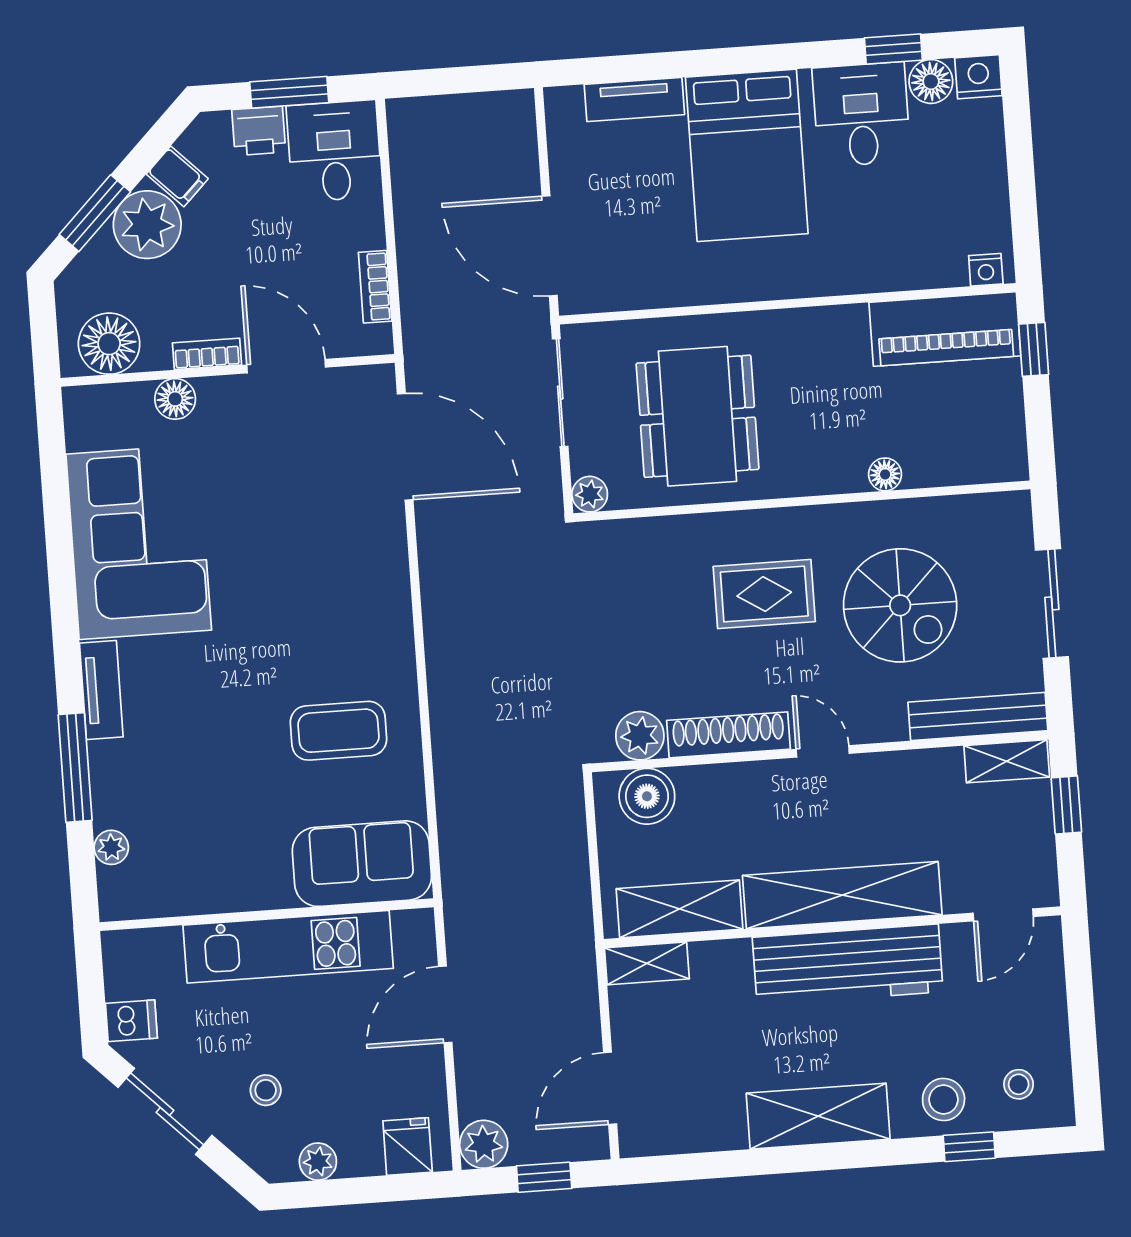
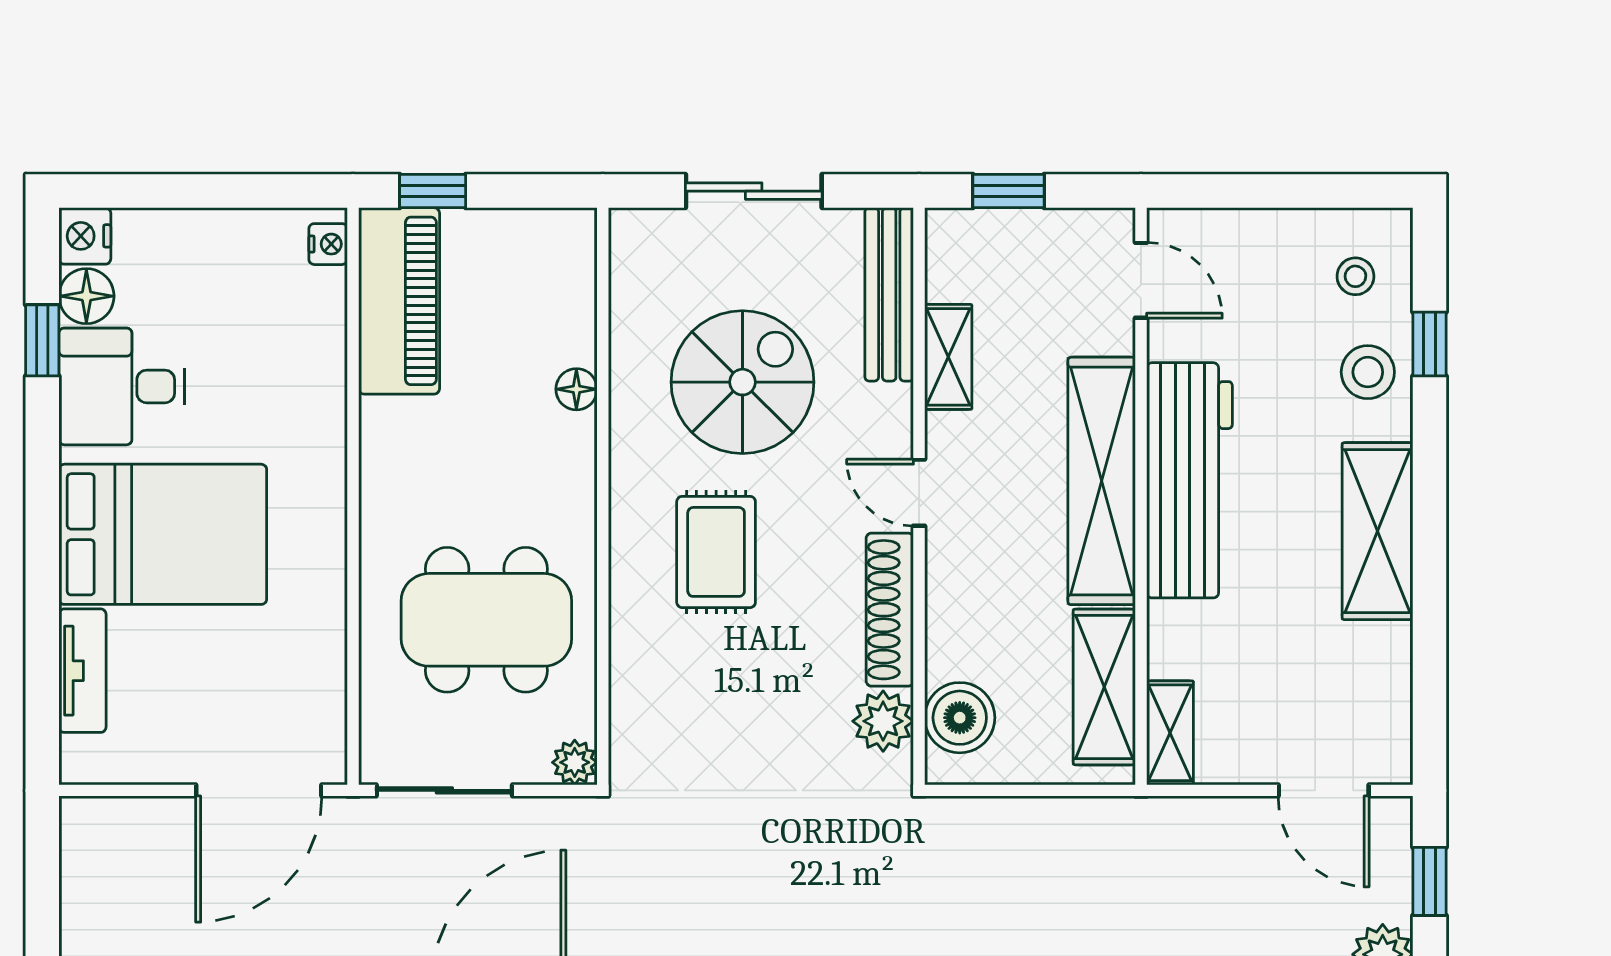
door: (823, 751) -> (919, 493), hinge flipped
shelving: (1007, 761) -> (948, 357), moved

